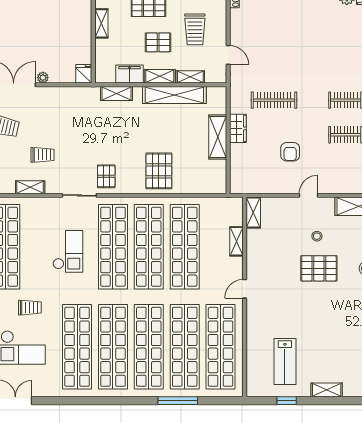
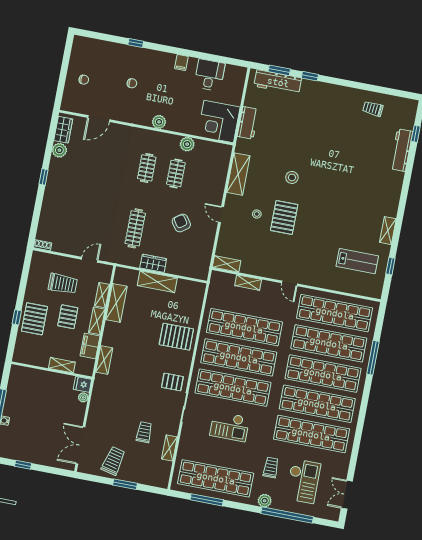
shelving: (101, 23) -> (62, 365), moved
plant: (43, 78) -> (83, 397), moved
shelving: (174, 95) -> (116, 303), width x0.68
armchair: (290, 152) -> (181, 223), turned -125
checkout: (68, 251) -> (230, 426), turned 180

